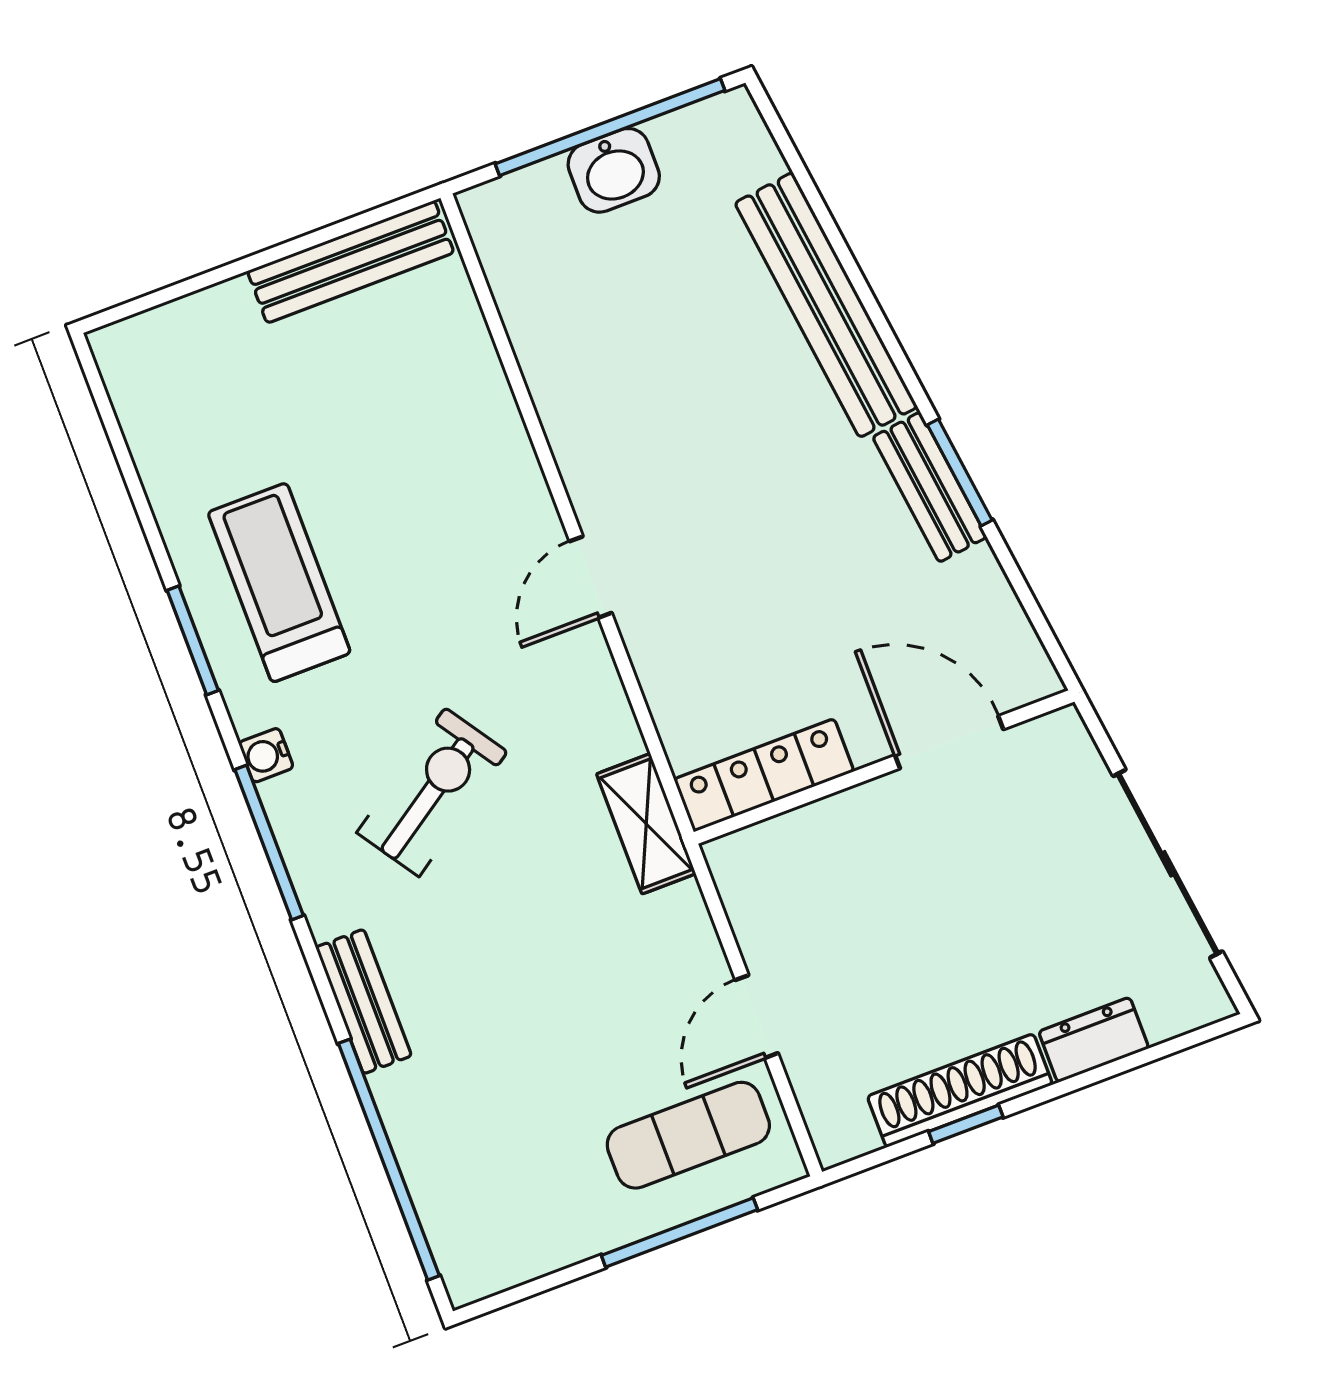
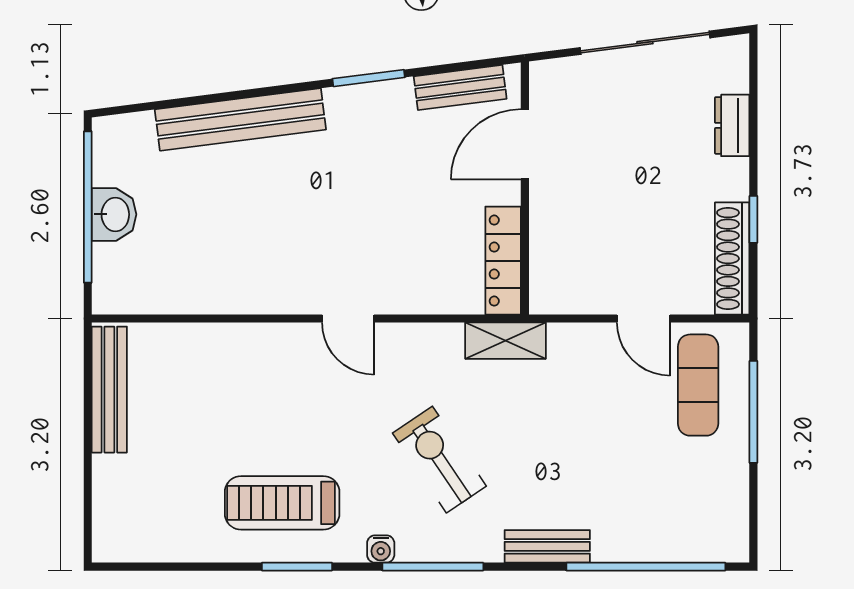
bench: (930, 487) -> (460, 88), moved
shoe rack: (960, 1090) -> (732, 259), moved

